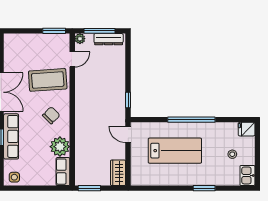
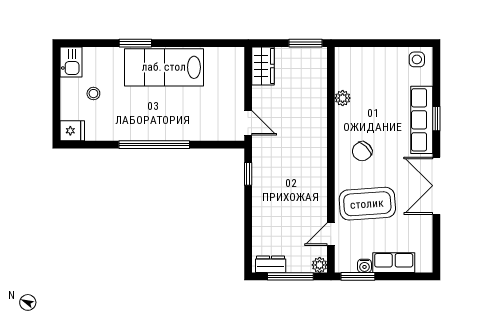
water cooler: (50, 38) -> (364, 266), added
dresser: (109, 39) -> (271, 264), width x0.70
plant: (60, 147) -> (343, 98), width x0.53, depth x0.53
lab bench: (175, 151) -> (164, 67), moved
row of seats: (63, 172) -> (394, 263), moved, turned -90

